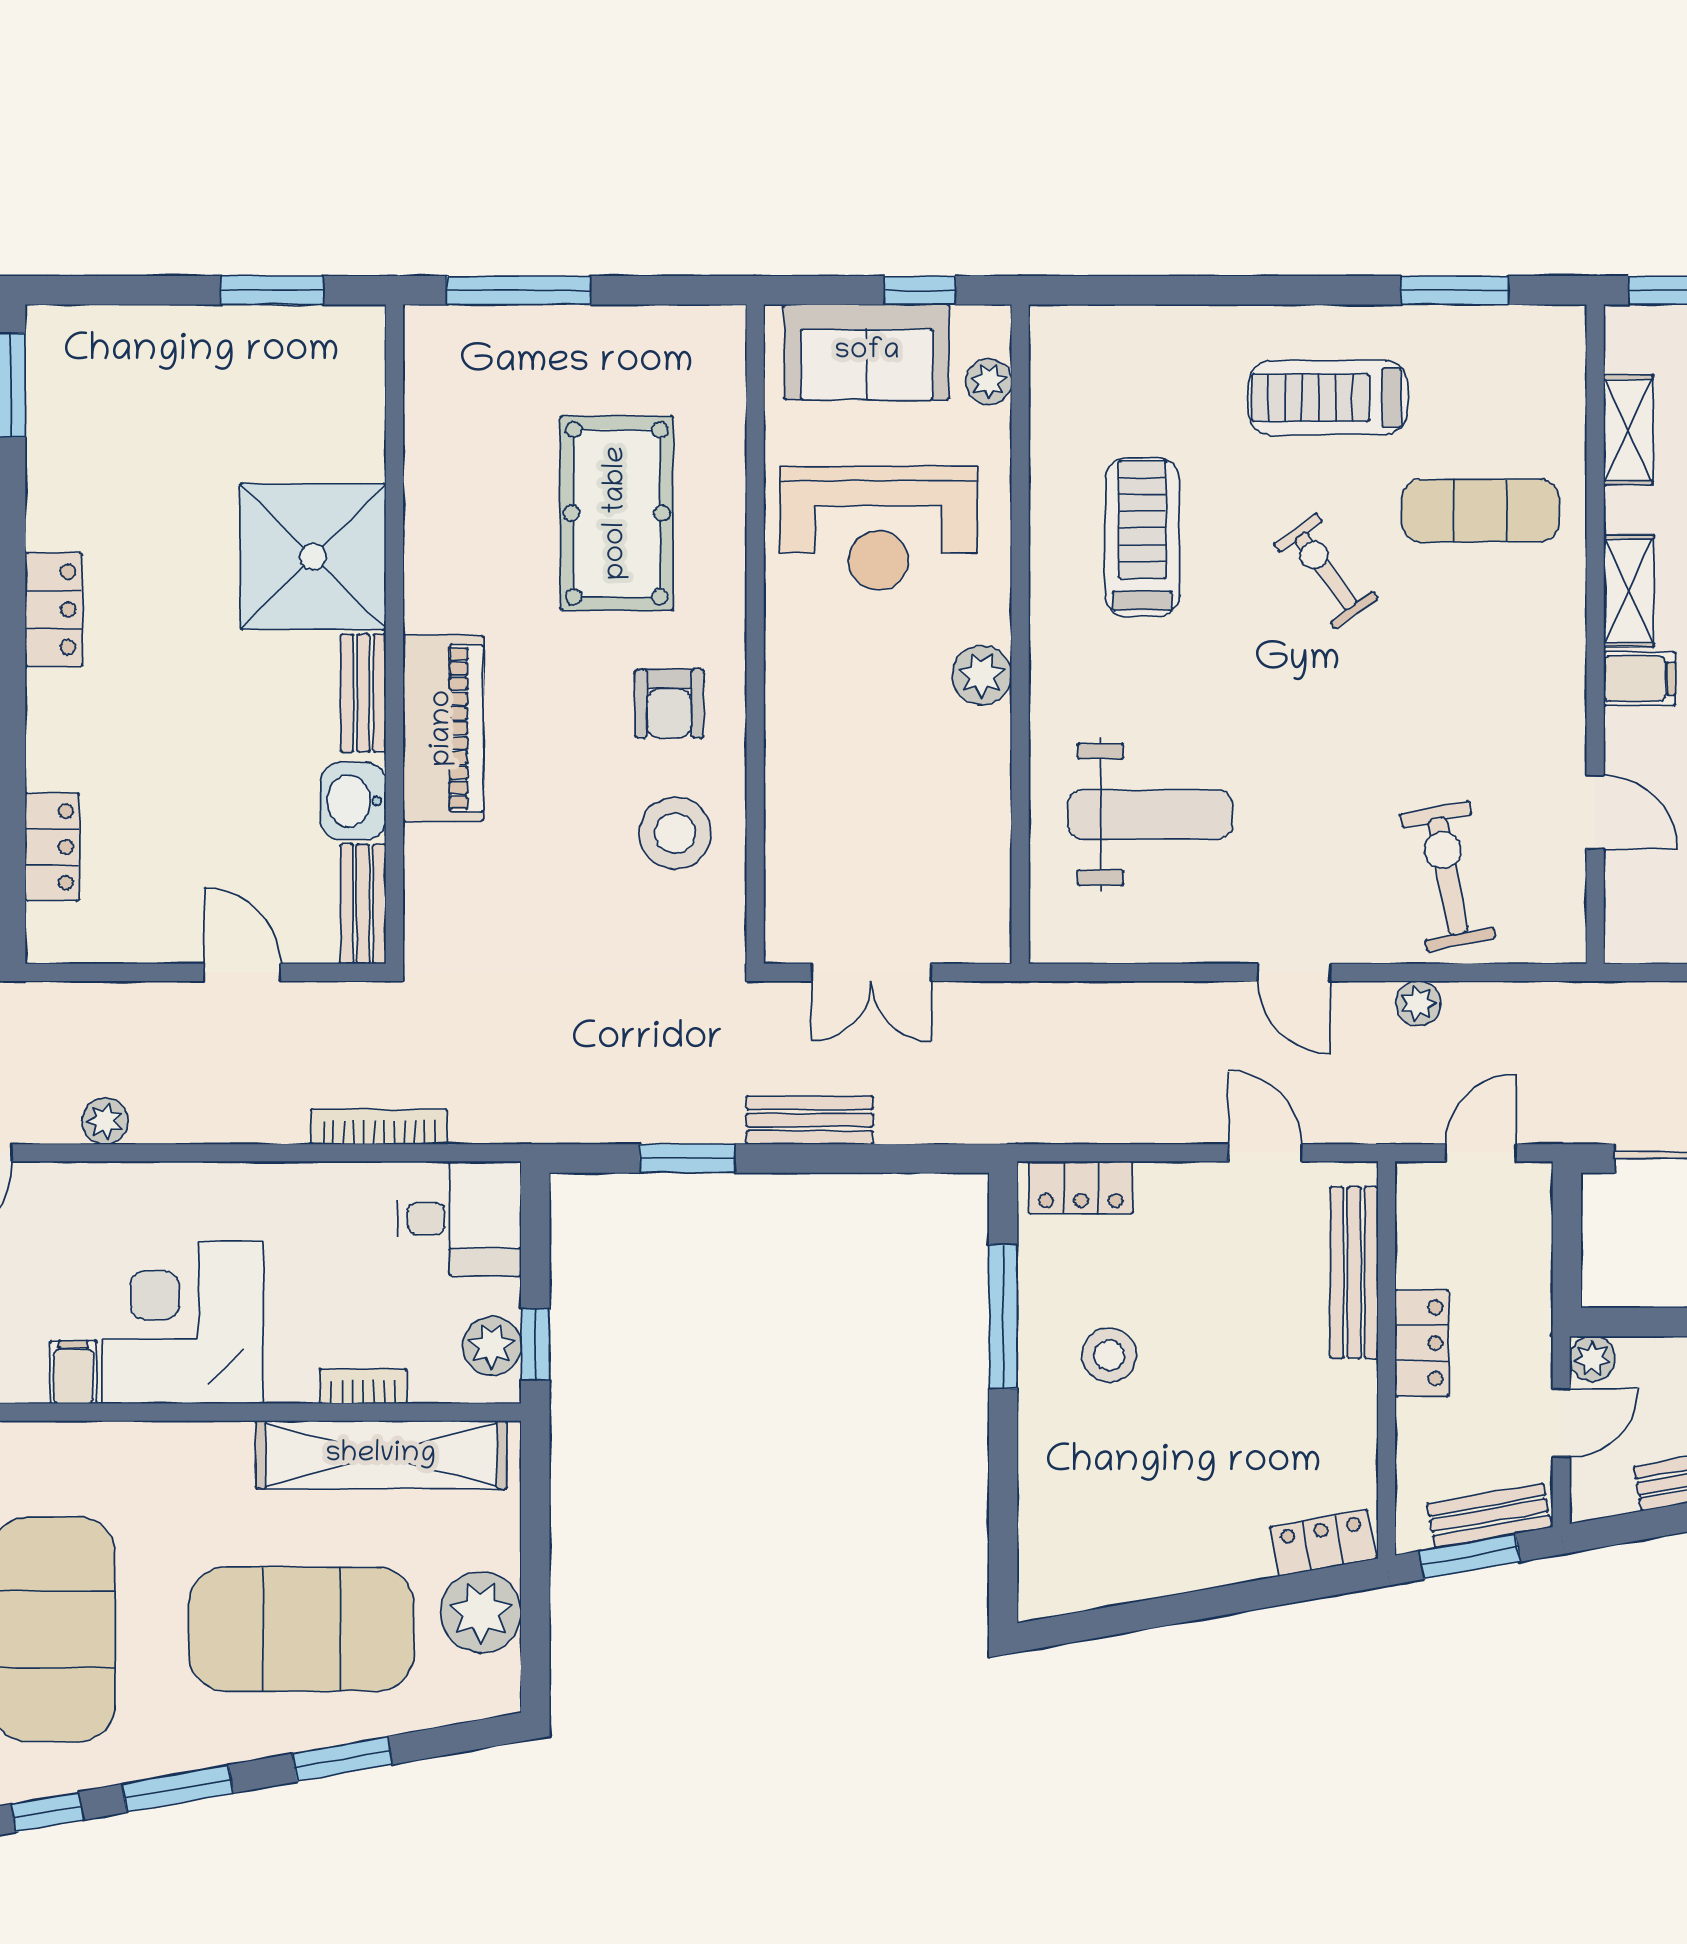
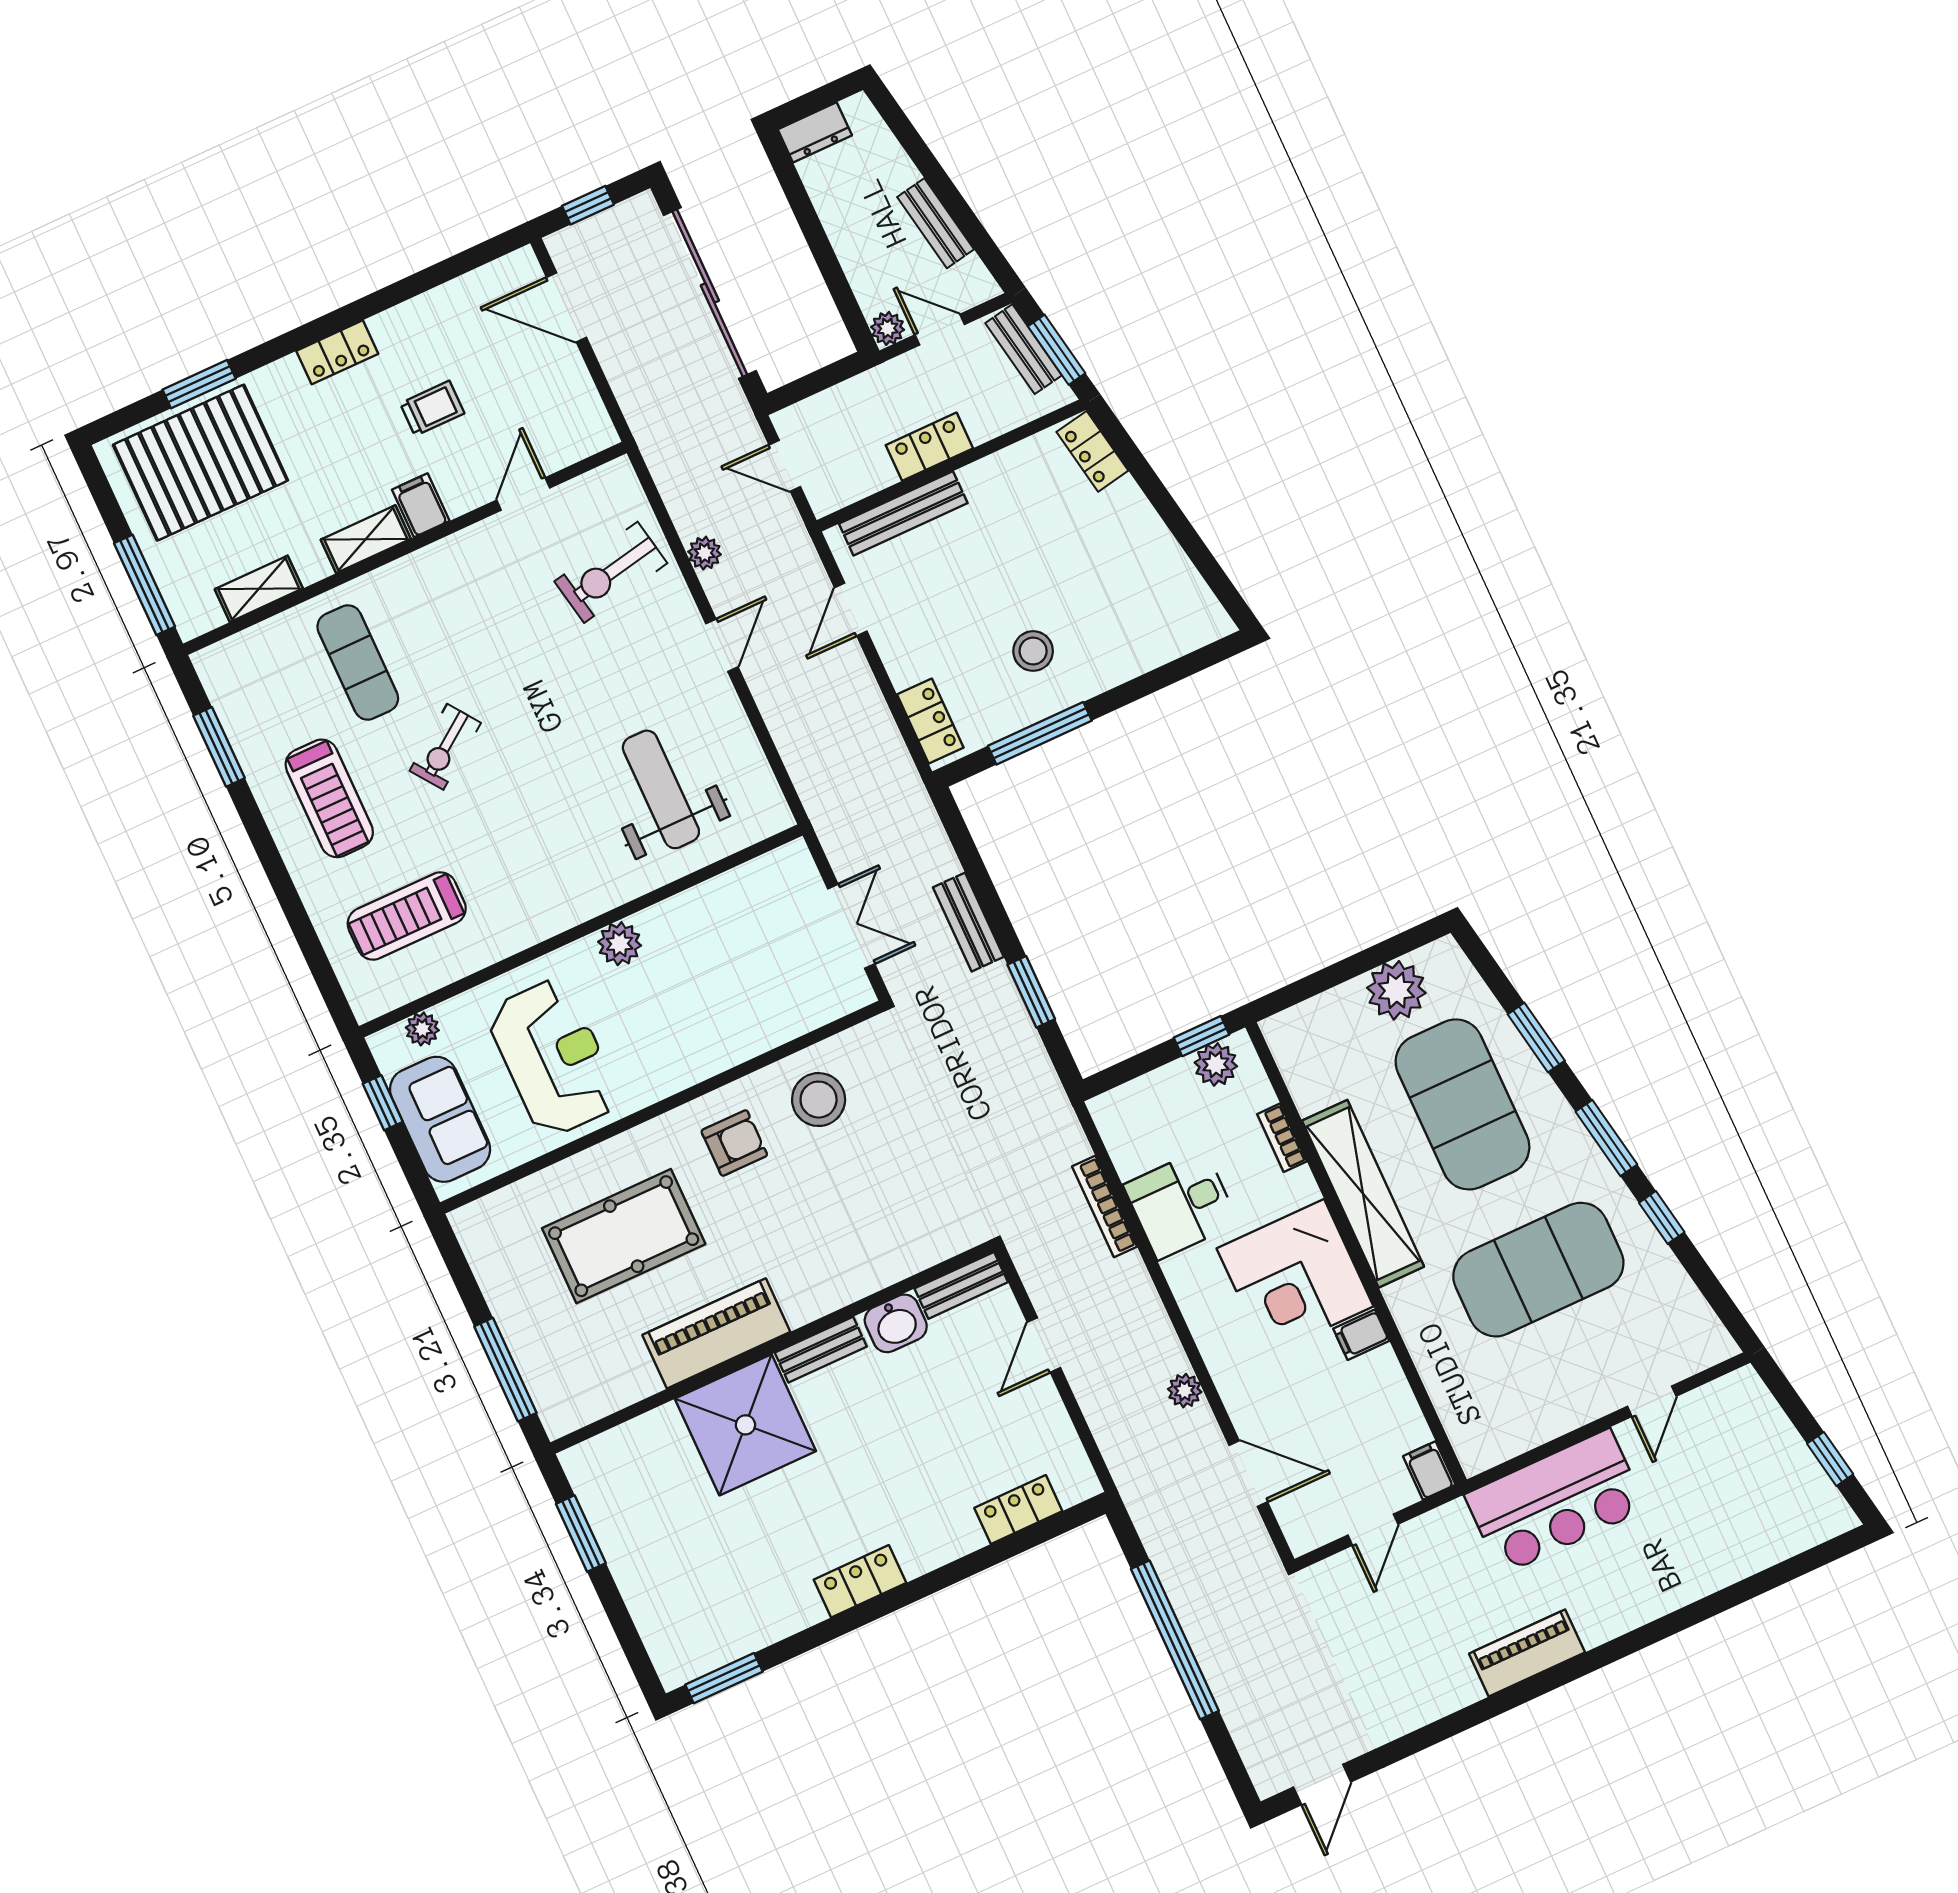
treadmill: (1142, 537) -> (407, 916), moved
piano: (443, 728) -> (716, 1333), moved
desk: (459, 1219) -> (1181, 1204), moved, turned -90
shelving: (381, 1455) -> (1363, 1194), moved

